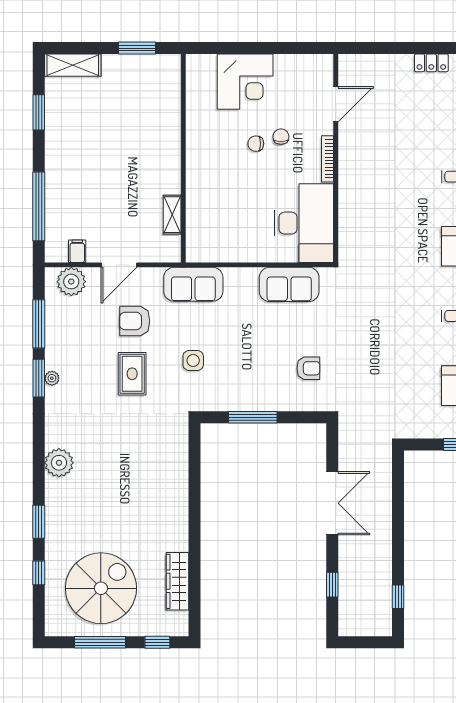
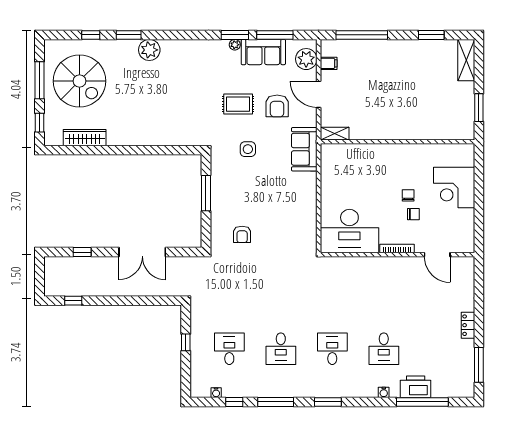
shelving: (172, 215) -> (335, 134), moved
sofa: (289, 284) -> (263, 52), moved, turned -90
armchair: (135, 321) -> (277, 106), turned 180
plant: (59, 463) -> (149, 50), moved

